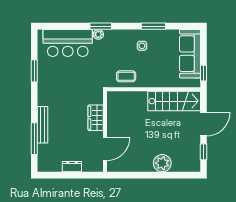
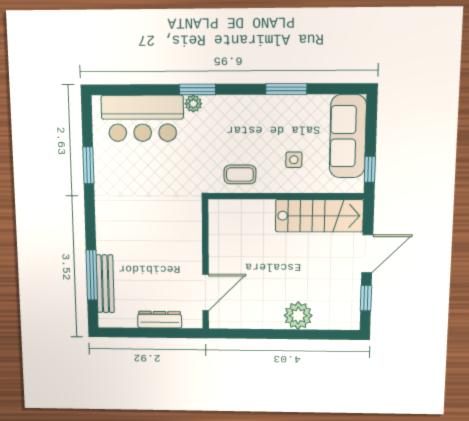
side table: (142, 46) -> (294, 160), moved
wardrobe: (96, 118) -> (190, 242), removed
bench: (43, 125) -> (105, 284), moved
dresser: (72, 167) -> (160, 320), width x1.44

